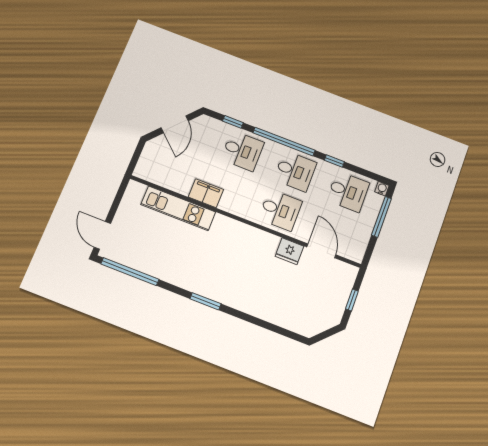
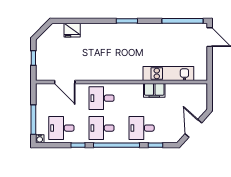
fridge: (289, 251) -> (72, 30), moved, turned 180

